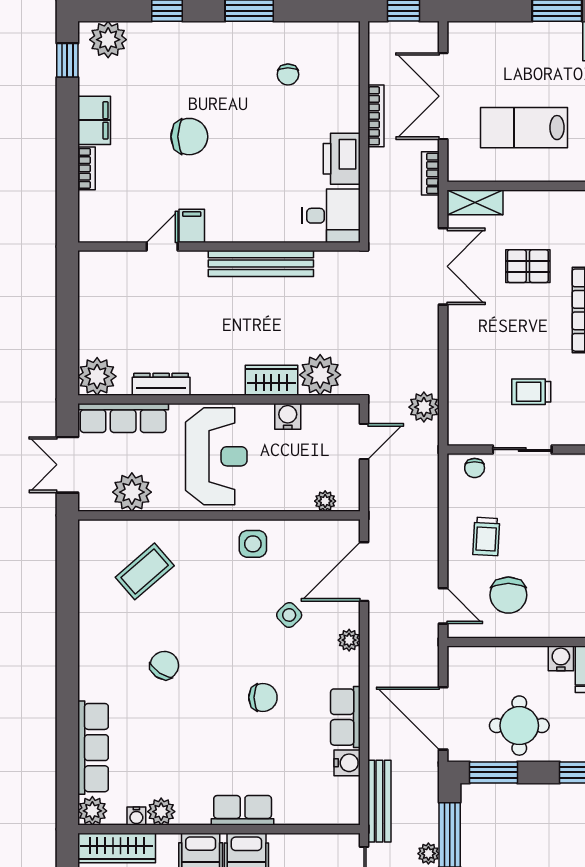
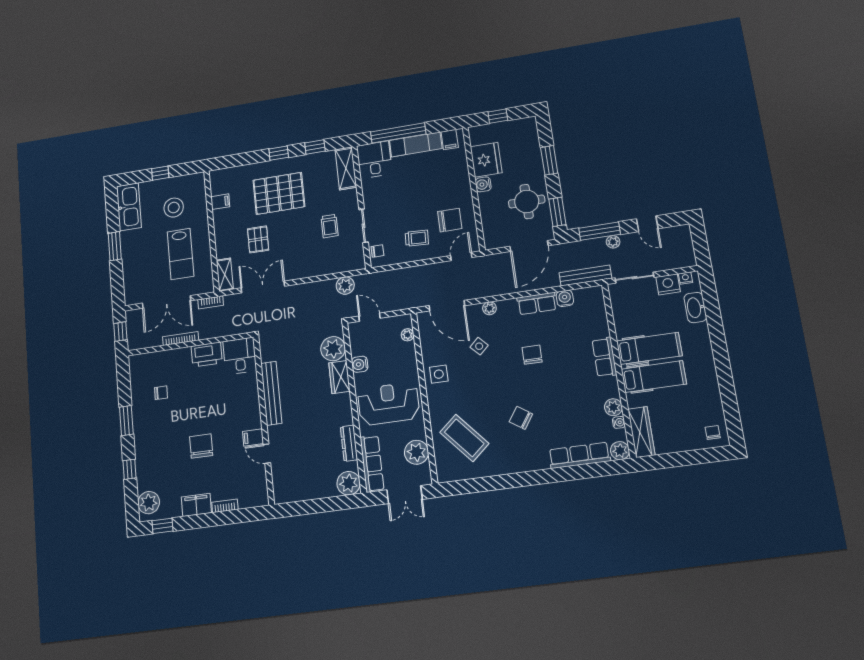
coffee table: (145, 571) -> (464, 438), width x1.36, depth x1.32

